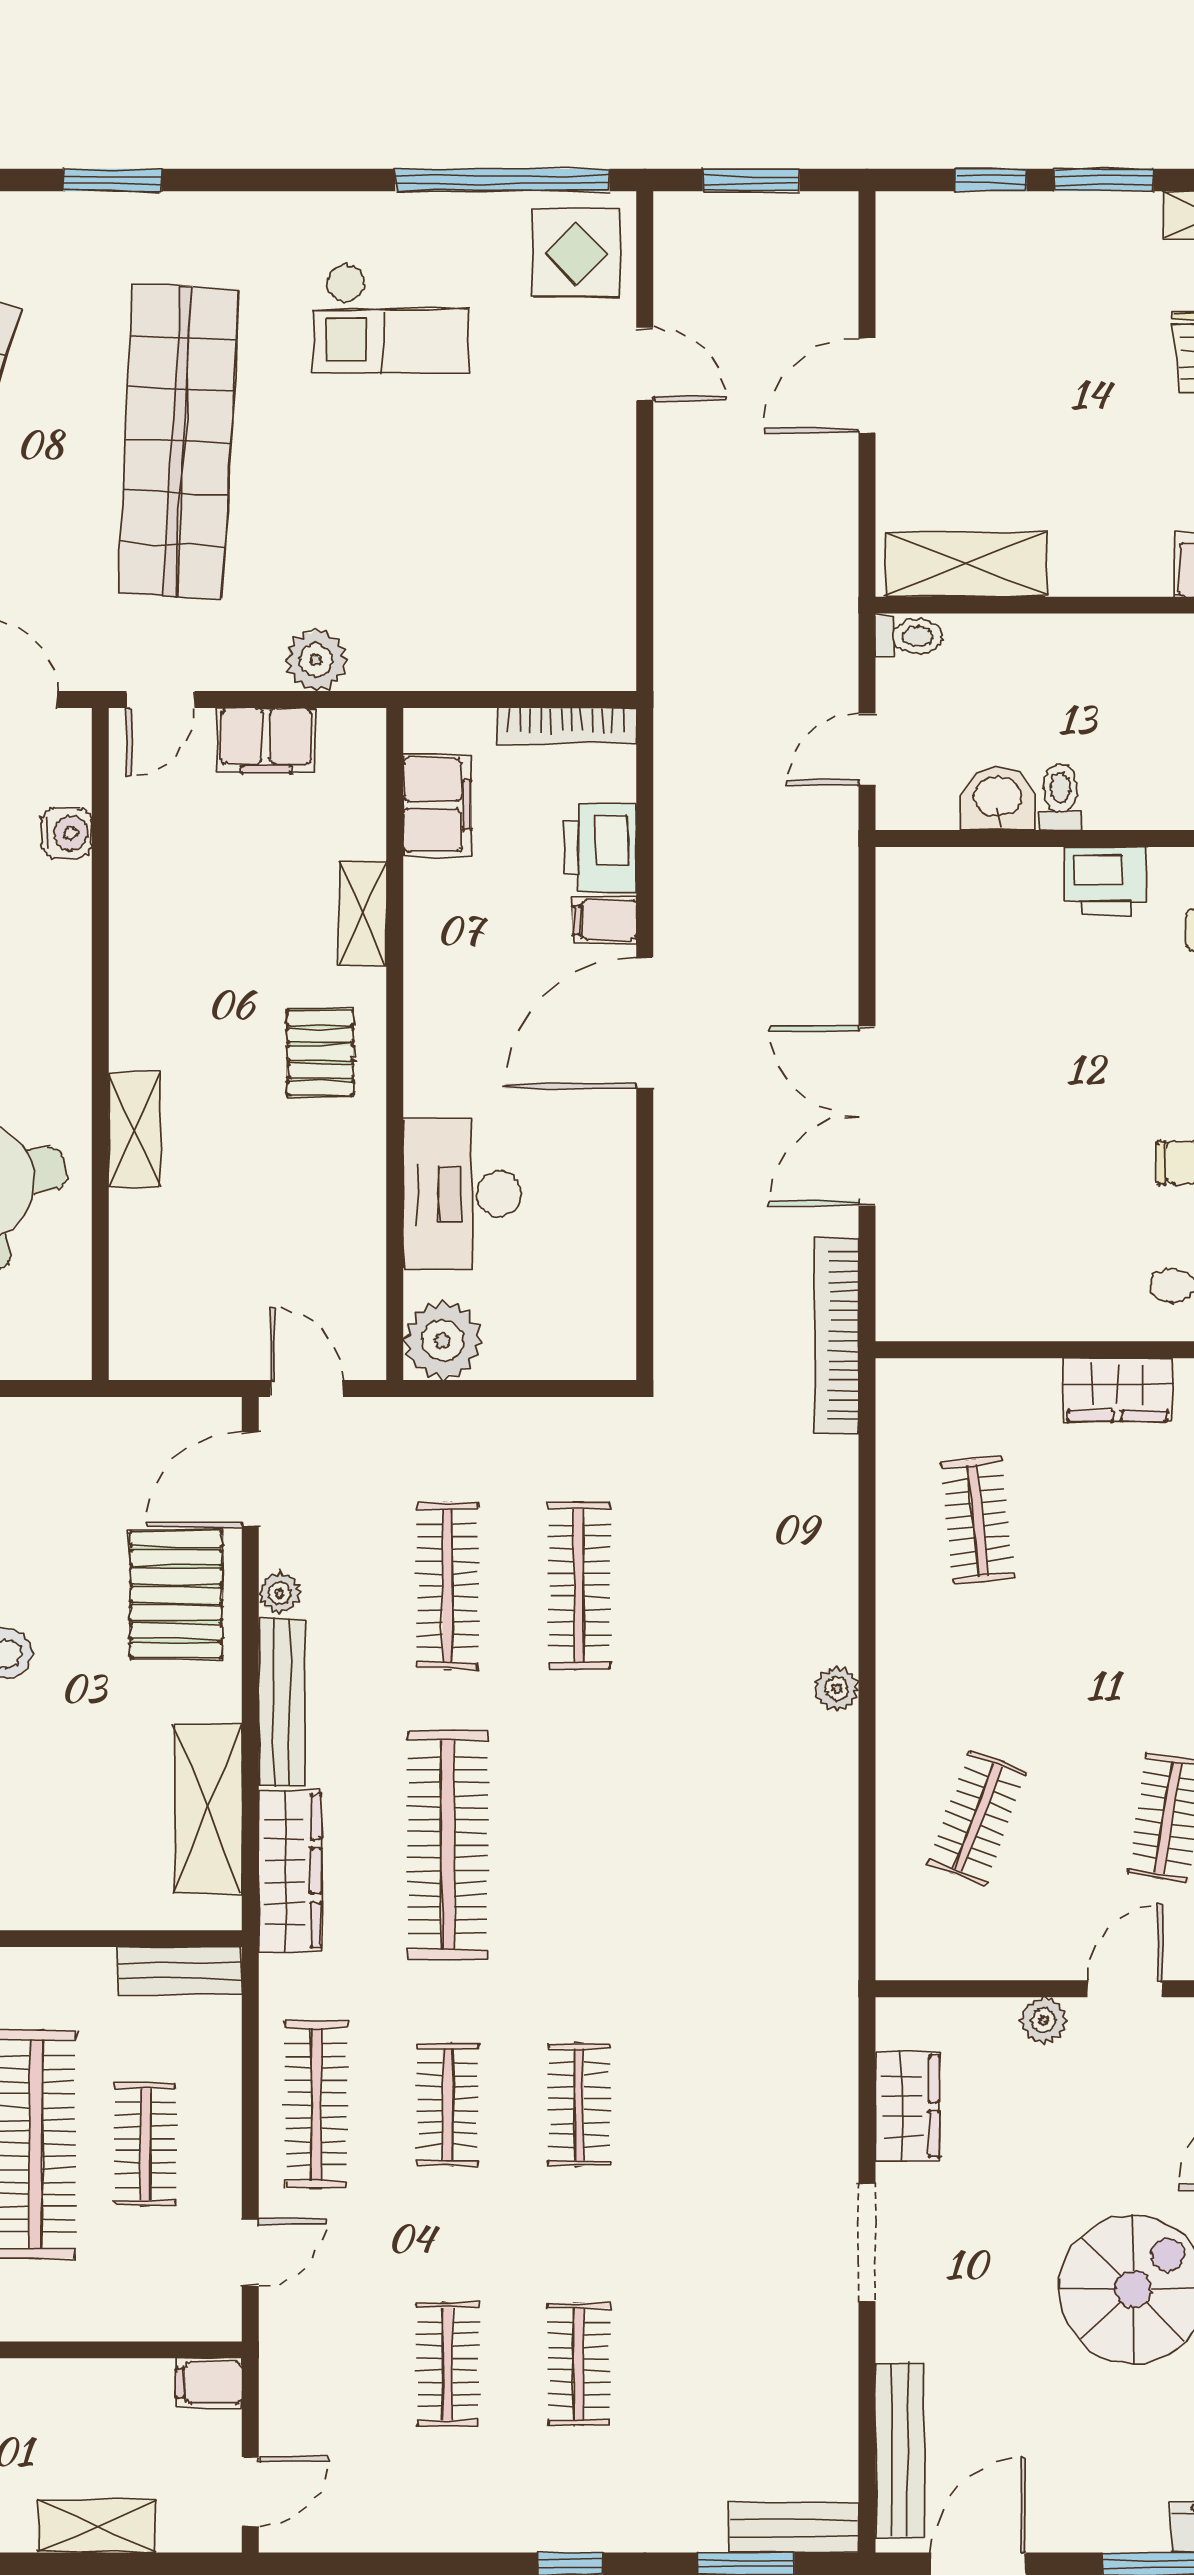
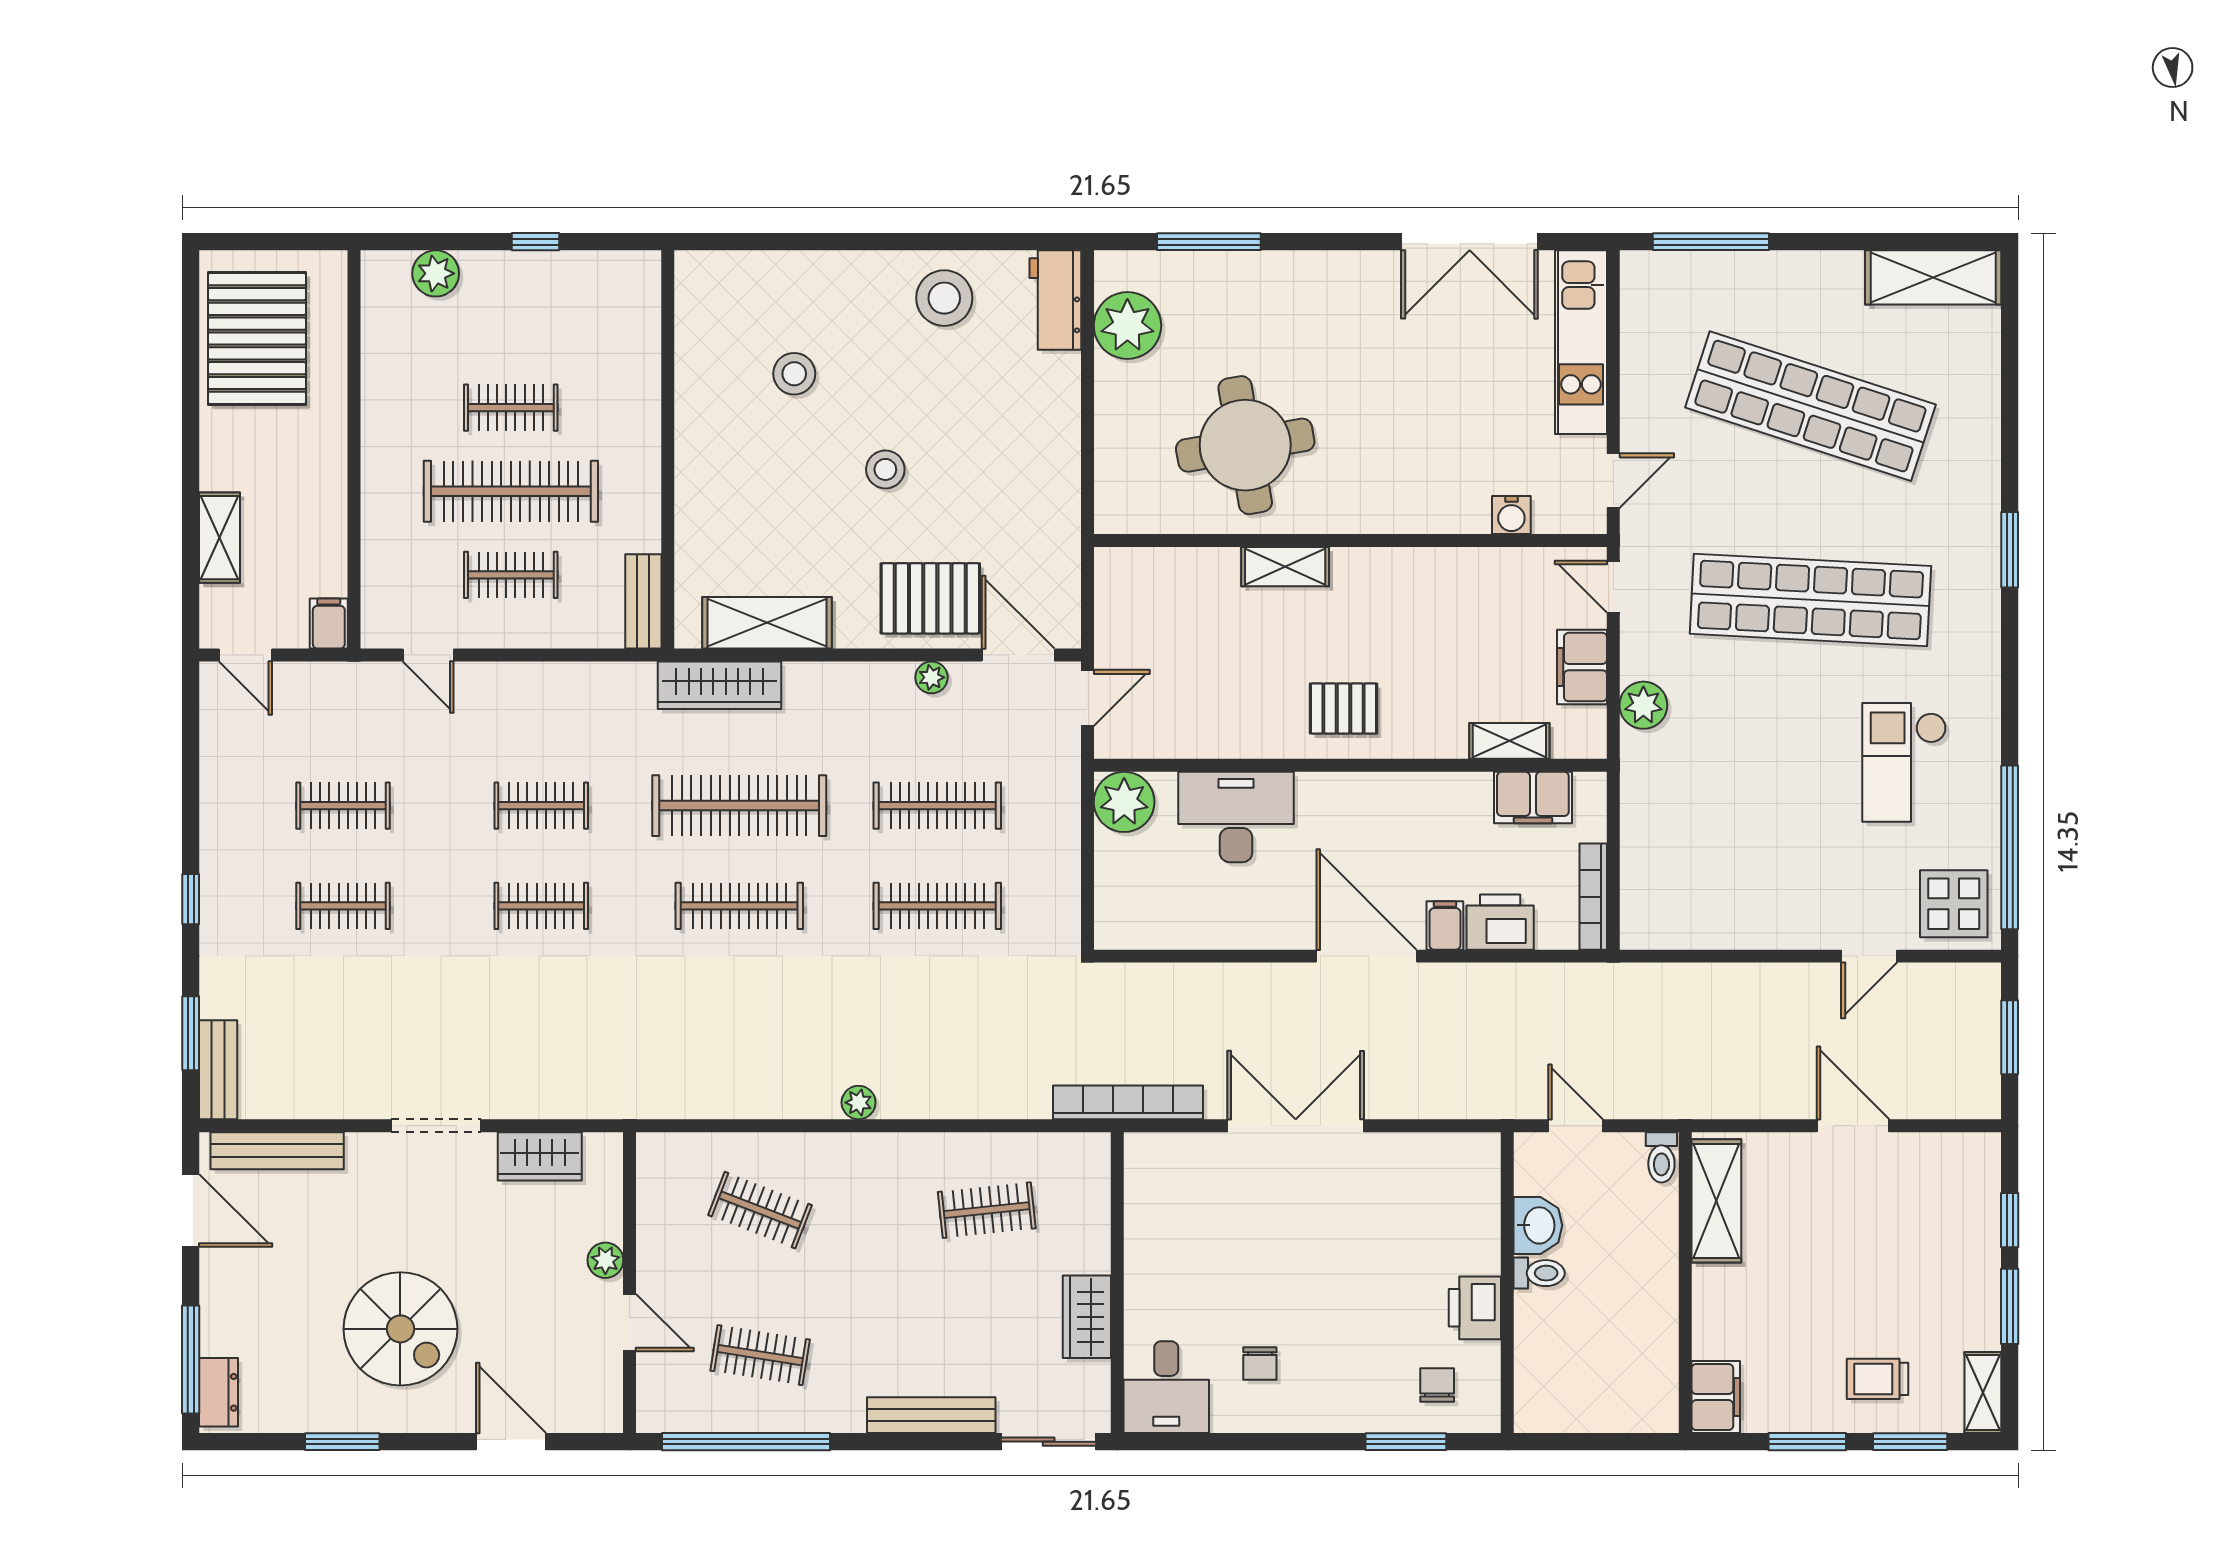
shelving: (363, 913) -> (1509, 741), moved
bench: (282, 1702) -> (848, 679), removed
clothes rail: (316, 2105) -> (739, 906), moved

